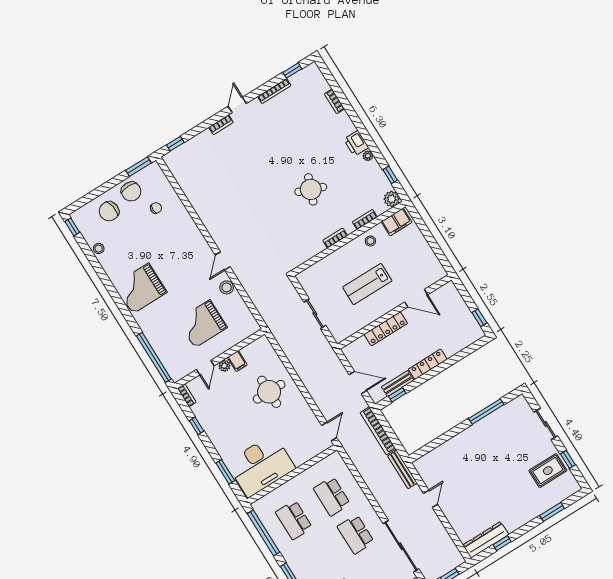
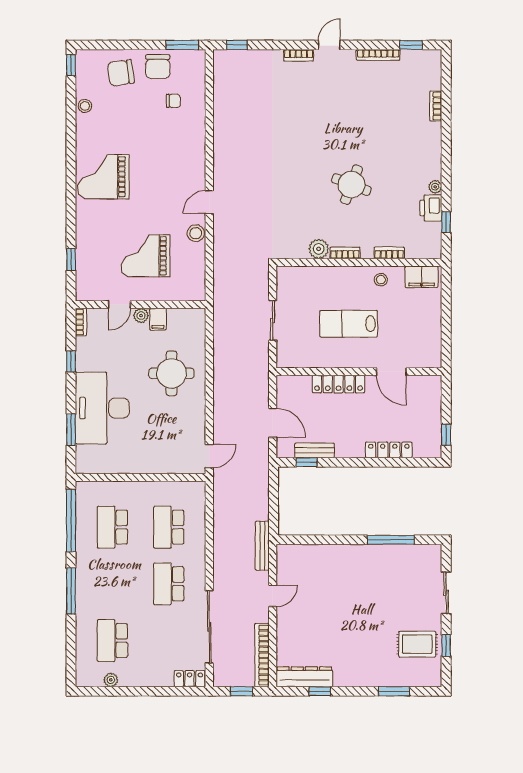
printer: (356, 143) -> (431, 208), moved
plant: (392, 199) -> (319, 249), moved
window: (154, 357) -> (71, 259), width x0.32
locker: (428, 364) -> (389, 450), moved
bookcase: (378, 431) -> (262, 655), moved
desk: (261, 466) -> (102, 408), moved, turned 90

